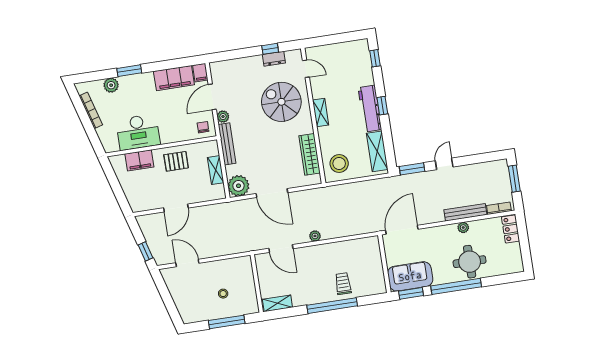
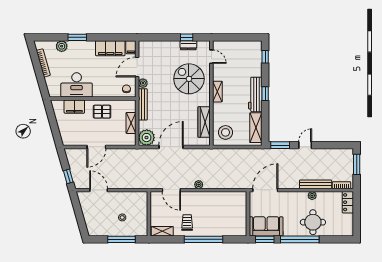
door: (272, 193) -> (171, 147), swing flipped
trolley: (343, 284) -> (187, 222), moved

